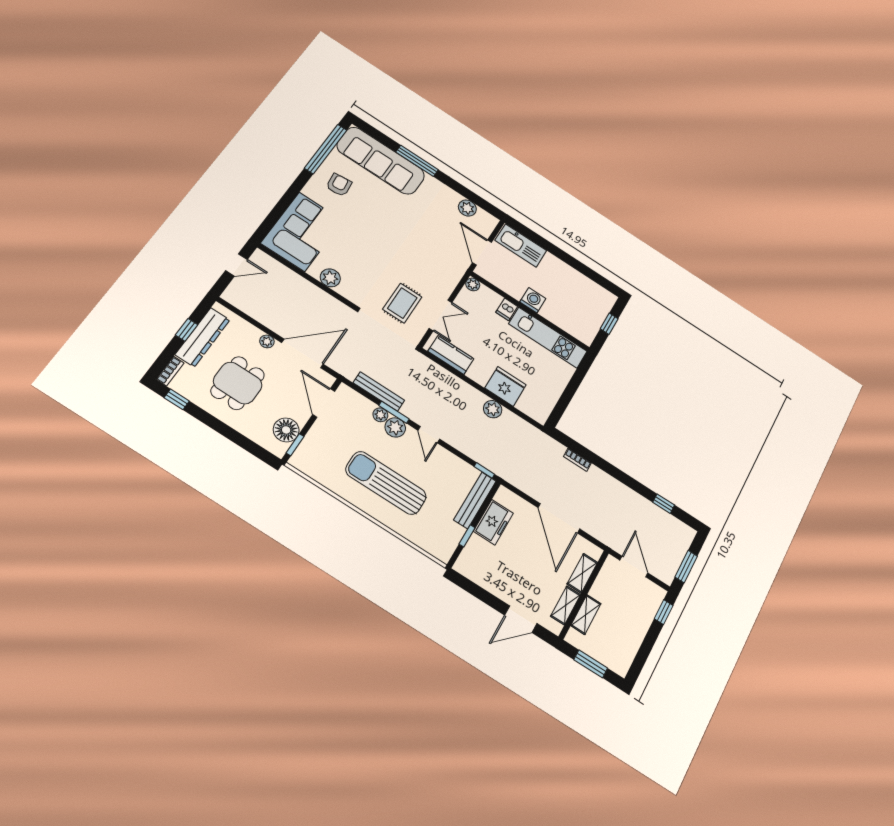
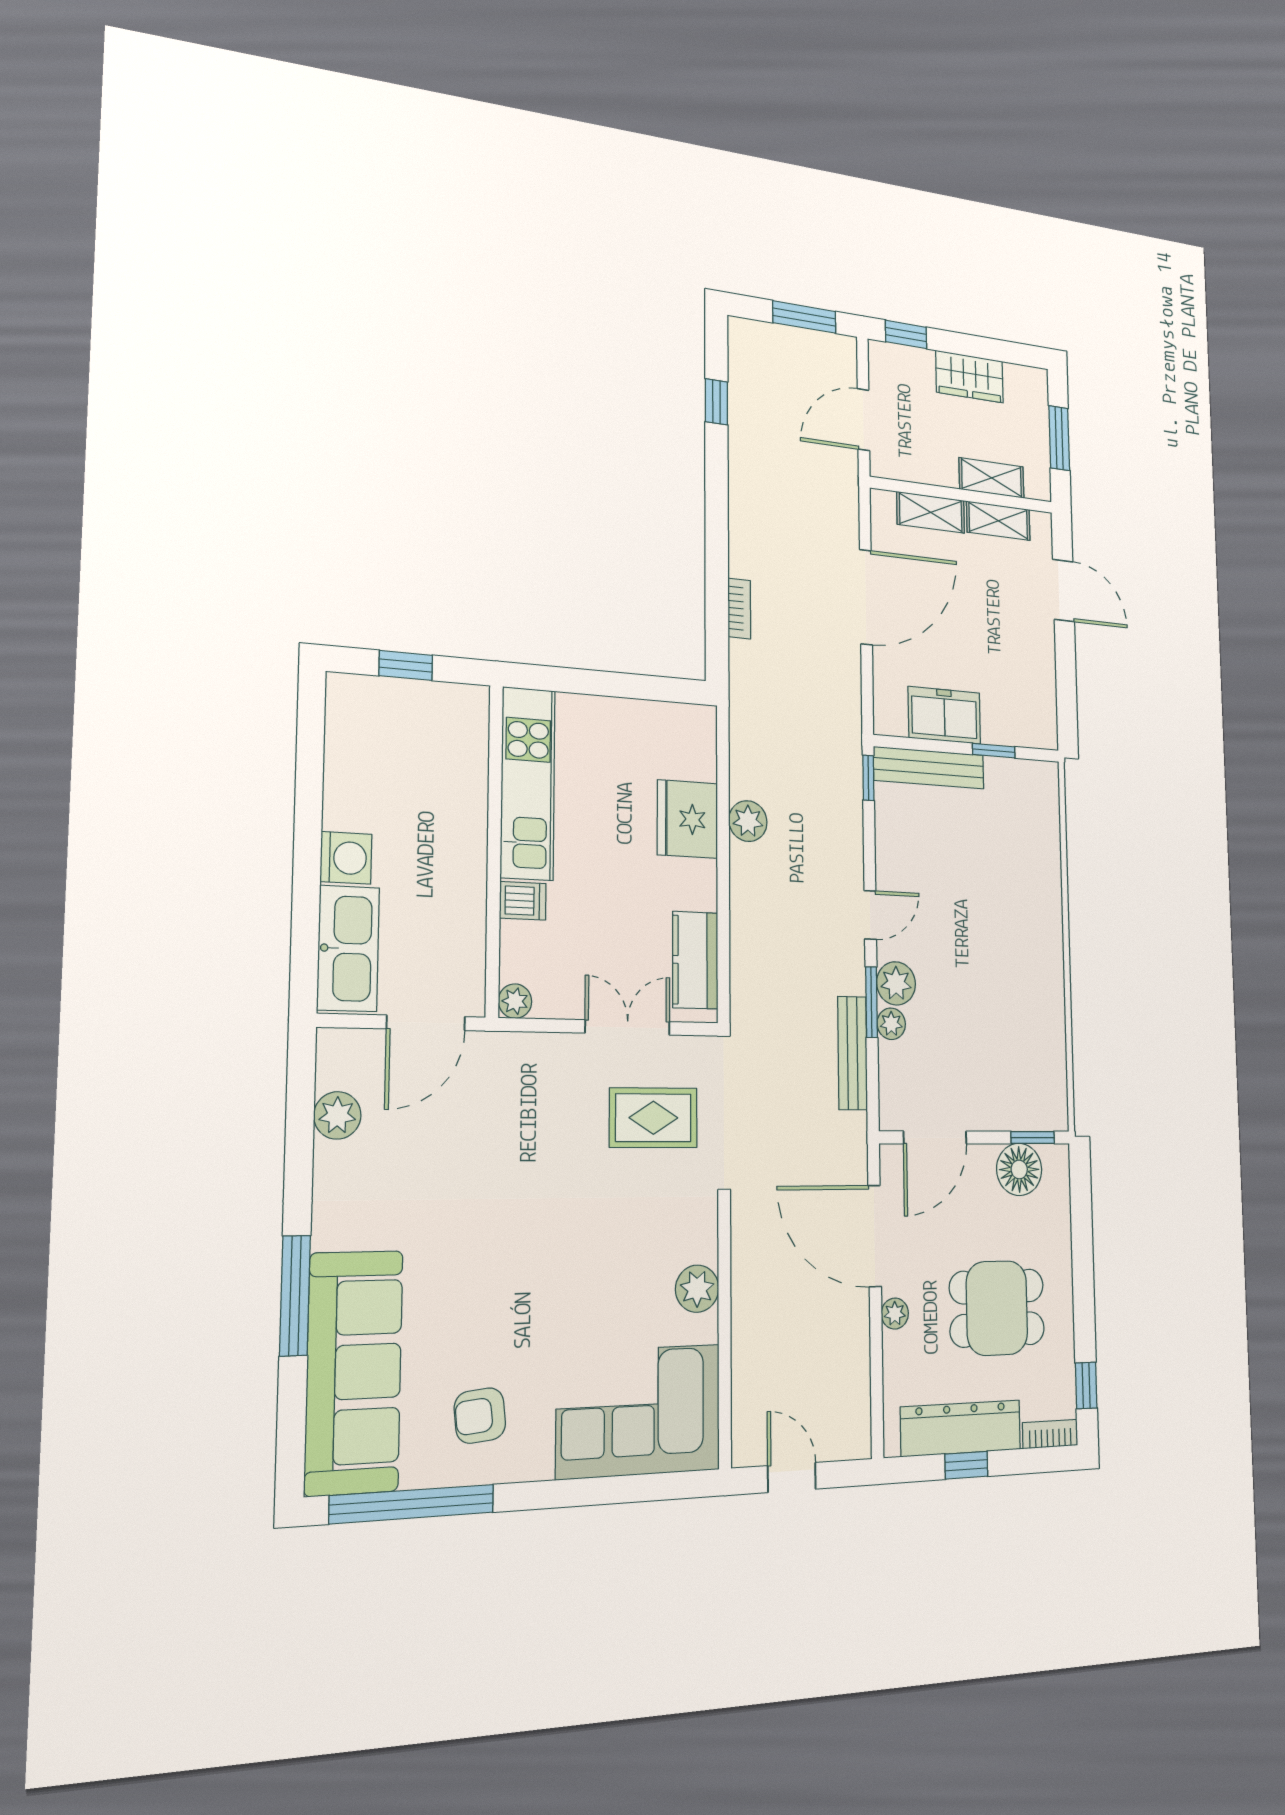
washing machine: (533, 300) -> (346, 858), moved, turned 180
sun lounger: (386, 483) -> (996, 942), removed
wardrobe: (635, 633) -> (970, 377), added

